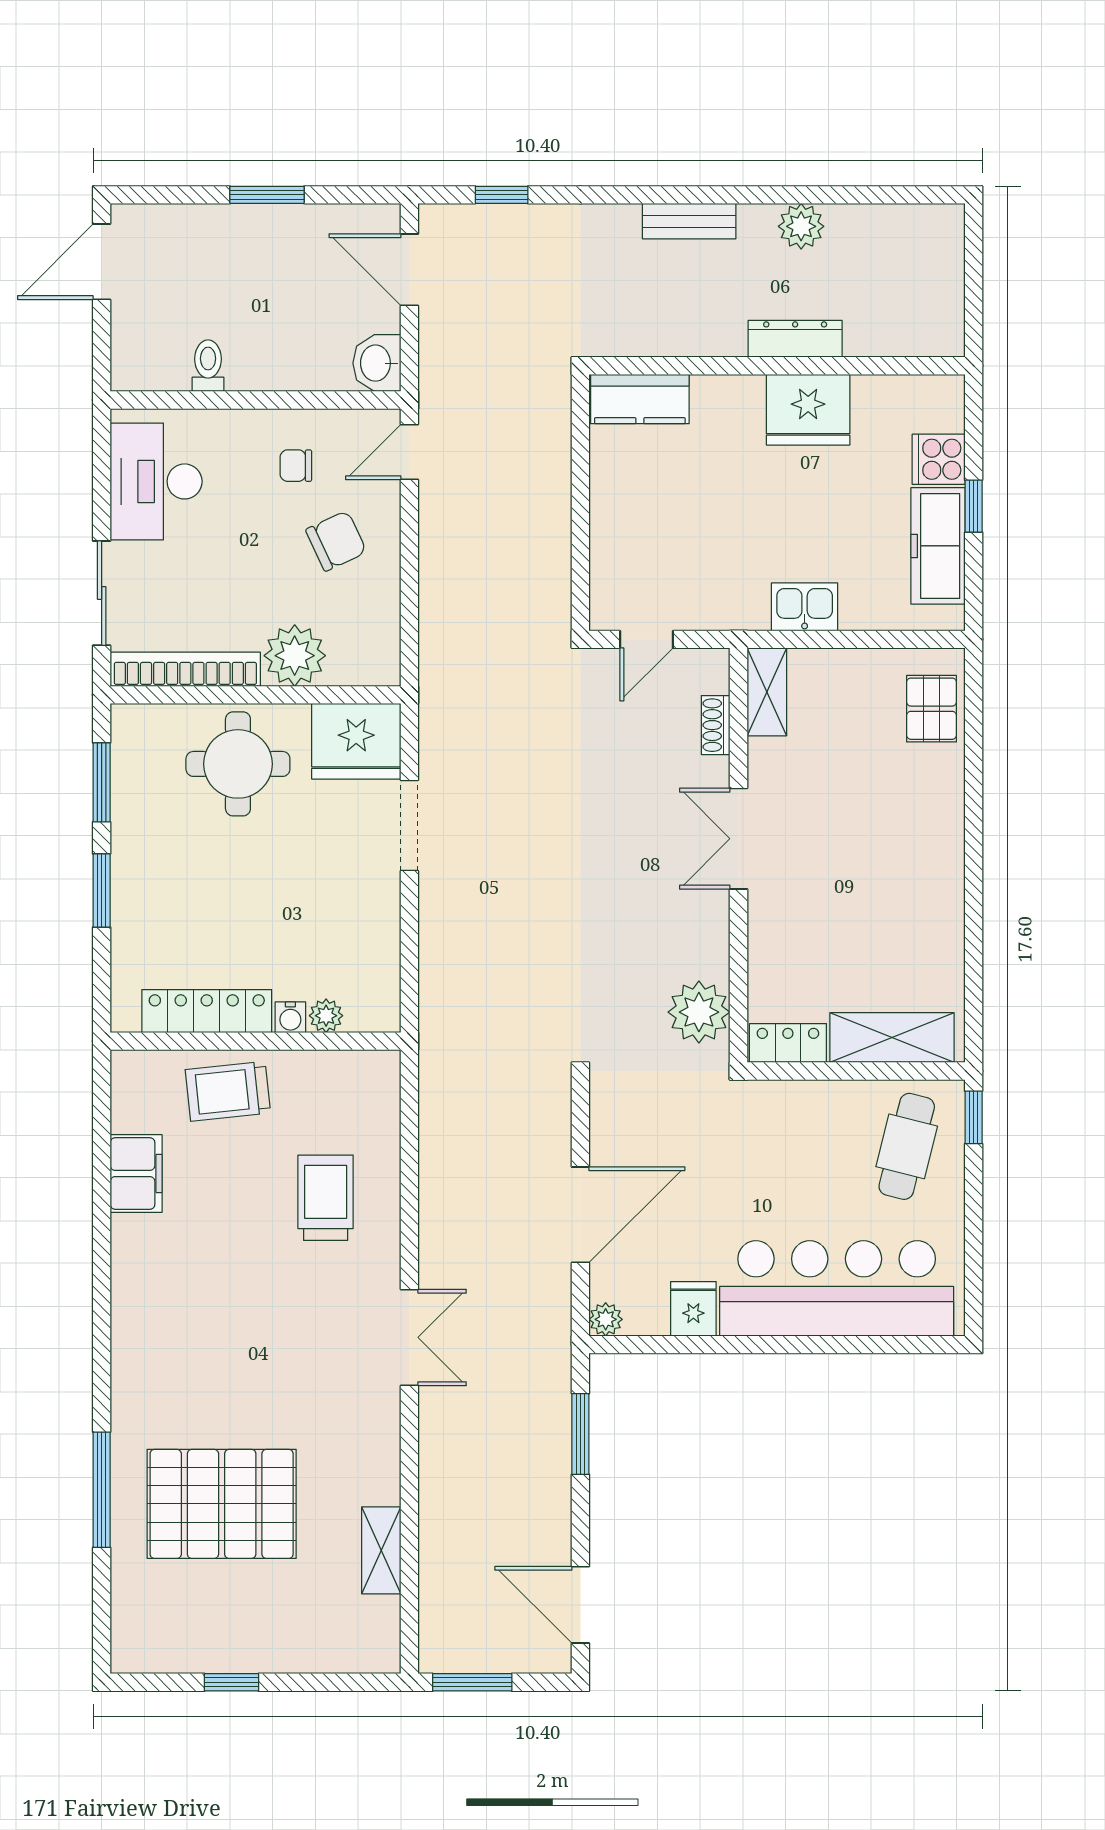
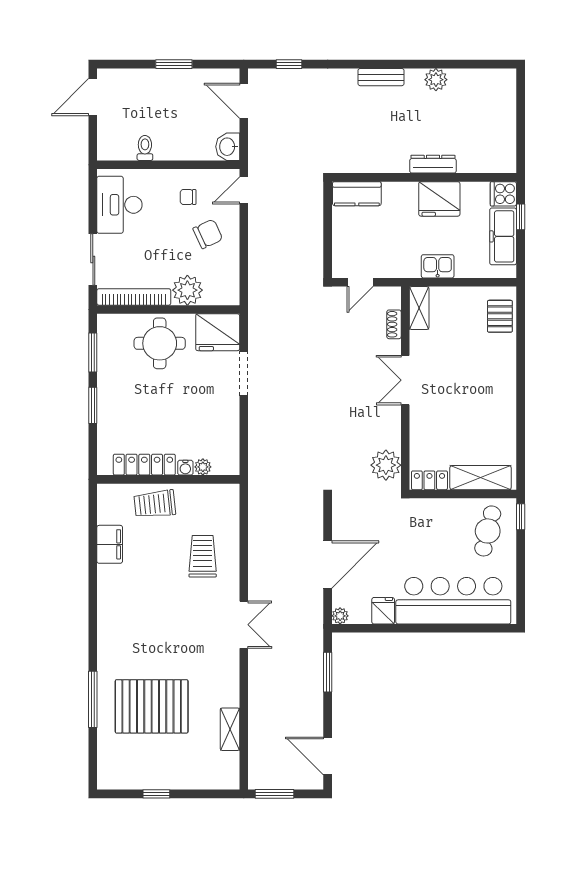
dresser: (795, 339) -> (433, 164), moved
wall: (777, 366) -> (424, 177), moved
kitchen counter: (640, 399) -> (357, 194), moved
fridge: (808, 410) -> (439, 199), moved

